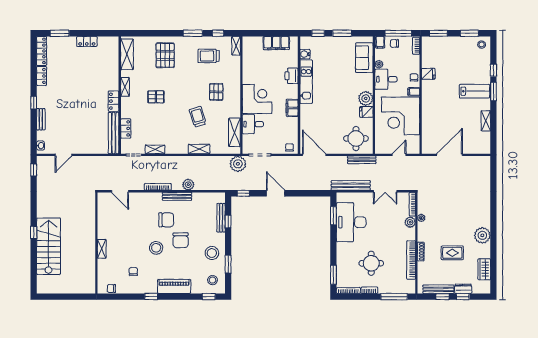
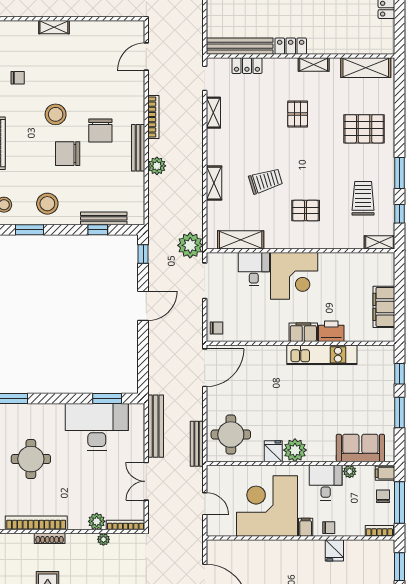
water cooler: (305, 54) -> (366, 353), removed
filing cabinet: (292, 108) -> (303, 332), moved

